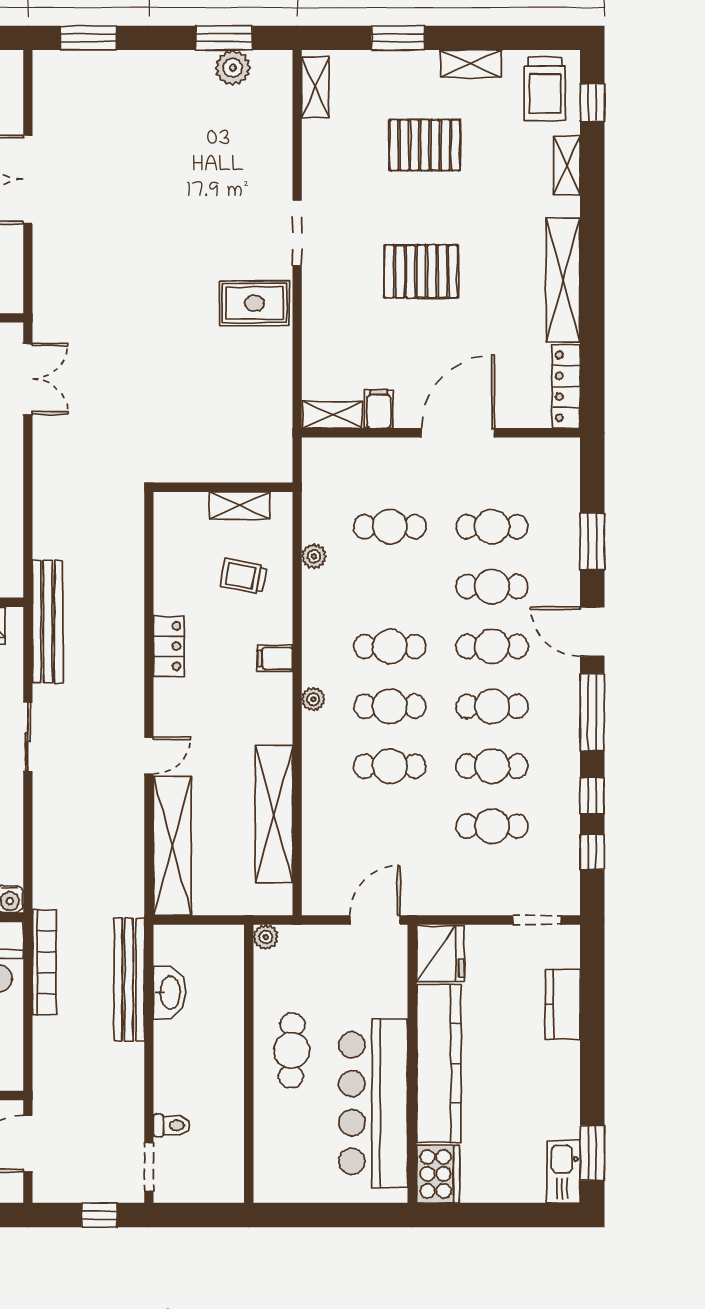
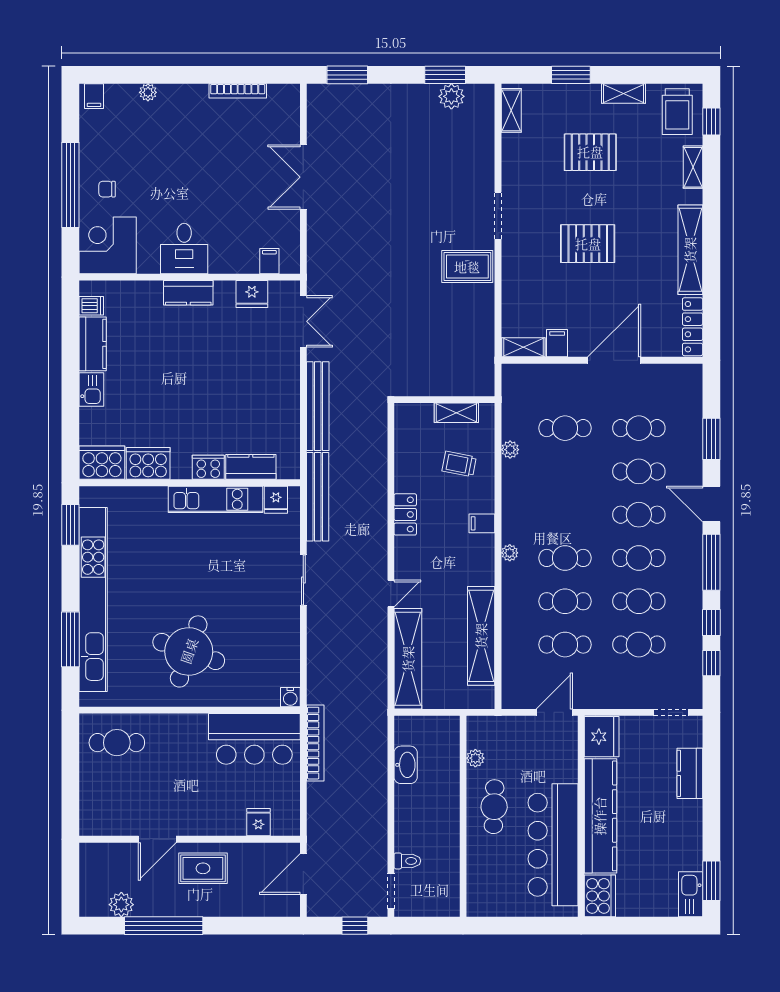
cafe table: (390, 646) -> (565, 645), moved
plant: (266, 937) -> (475, 758), moved
bench: (129, 980) -> (318, 406), moved

